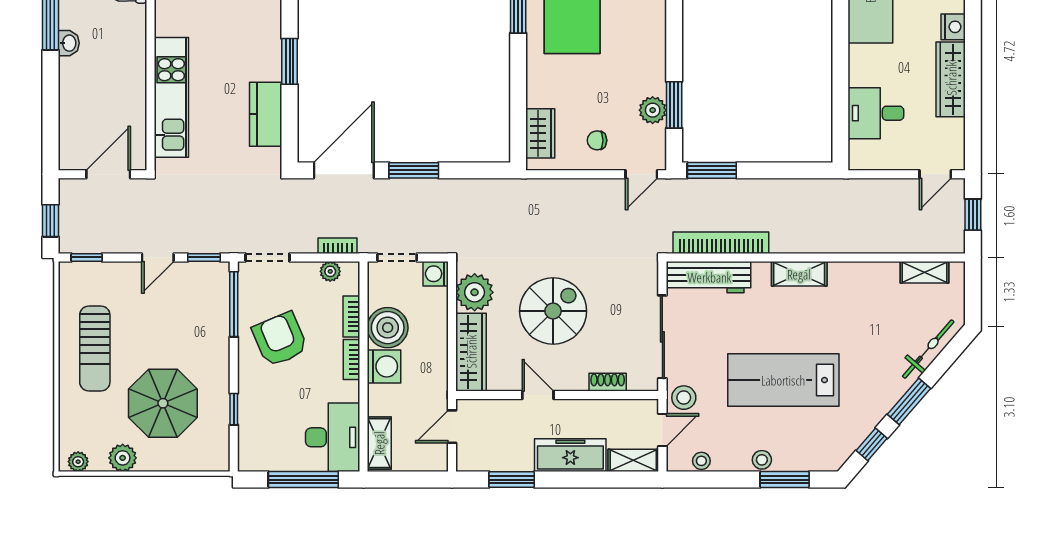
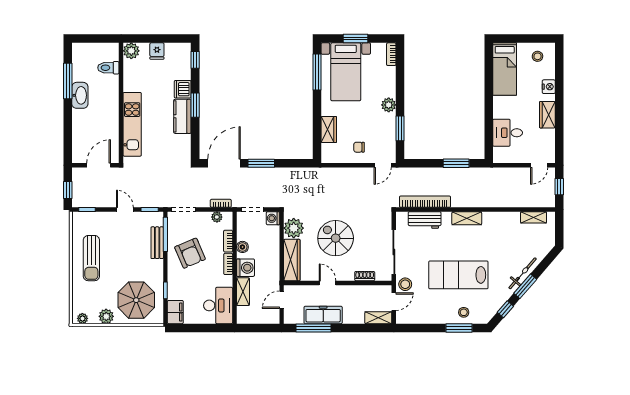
dishwasher: (266, 32) -> (183, 89), added
washbasin: (69, 43) -> (80, 95), width x1.91, depth x1.45
wardrobe: (951, 79) -> (547, 115), width x0.67
plant: (653, 110) -> (389, 105), moved
kitchen counter: (266, 114) -> (182, 116), moved
wardrobe: (540, 133) -> (329, 130), moved
window: (712, 170) -> (456, 163), moved
door: (158, 257) -> (125, 210), swing flipped
workbench: (709, 277) -> (425, 220), width x0.73
spiral stairs: (553, 311) -> (336, 238), turned -90
bench: (218, 320) -> (157, 243), added
boiler: (388, 328) -> (242, 247), width x0.54, depth x0.54
armchair: (280, 339) -> (190, 253), turned 180
bicycle: (928, 349) -> (523, 273), moved
parasol: (163, 403) -> (136, 300), moved
shelving: (379, 443) -> (243, 292), moved
filing cabinet: (252, 450) -> (175, 312), added
freezer: (570, 455) -> (323, 315), moved
stool: (762, 460) -> (464, 312), moved
stool: (701, 461) -> (415, 318), removed
window: (303, 480) -> (202, 328), removed
window: (512, 480) -> (313, 328), width x1.44

